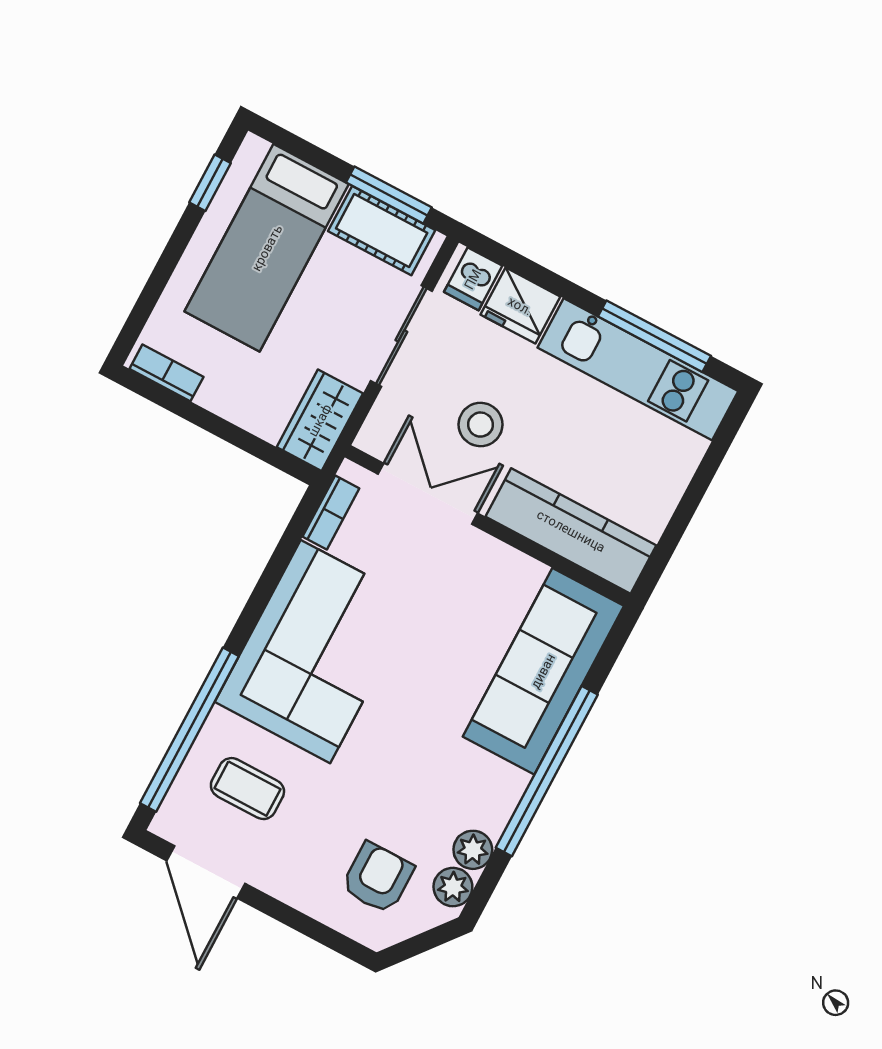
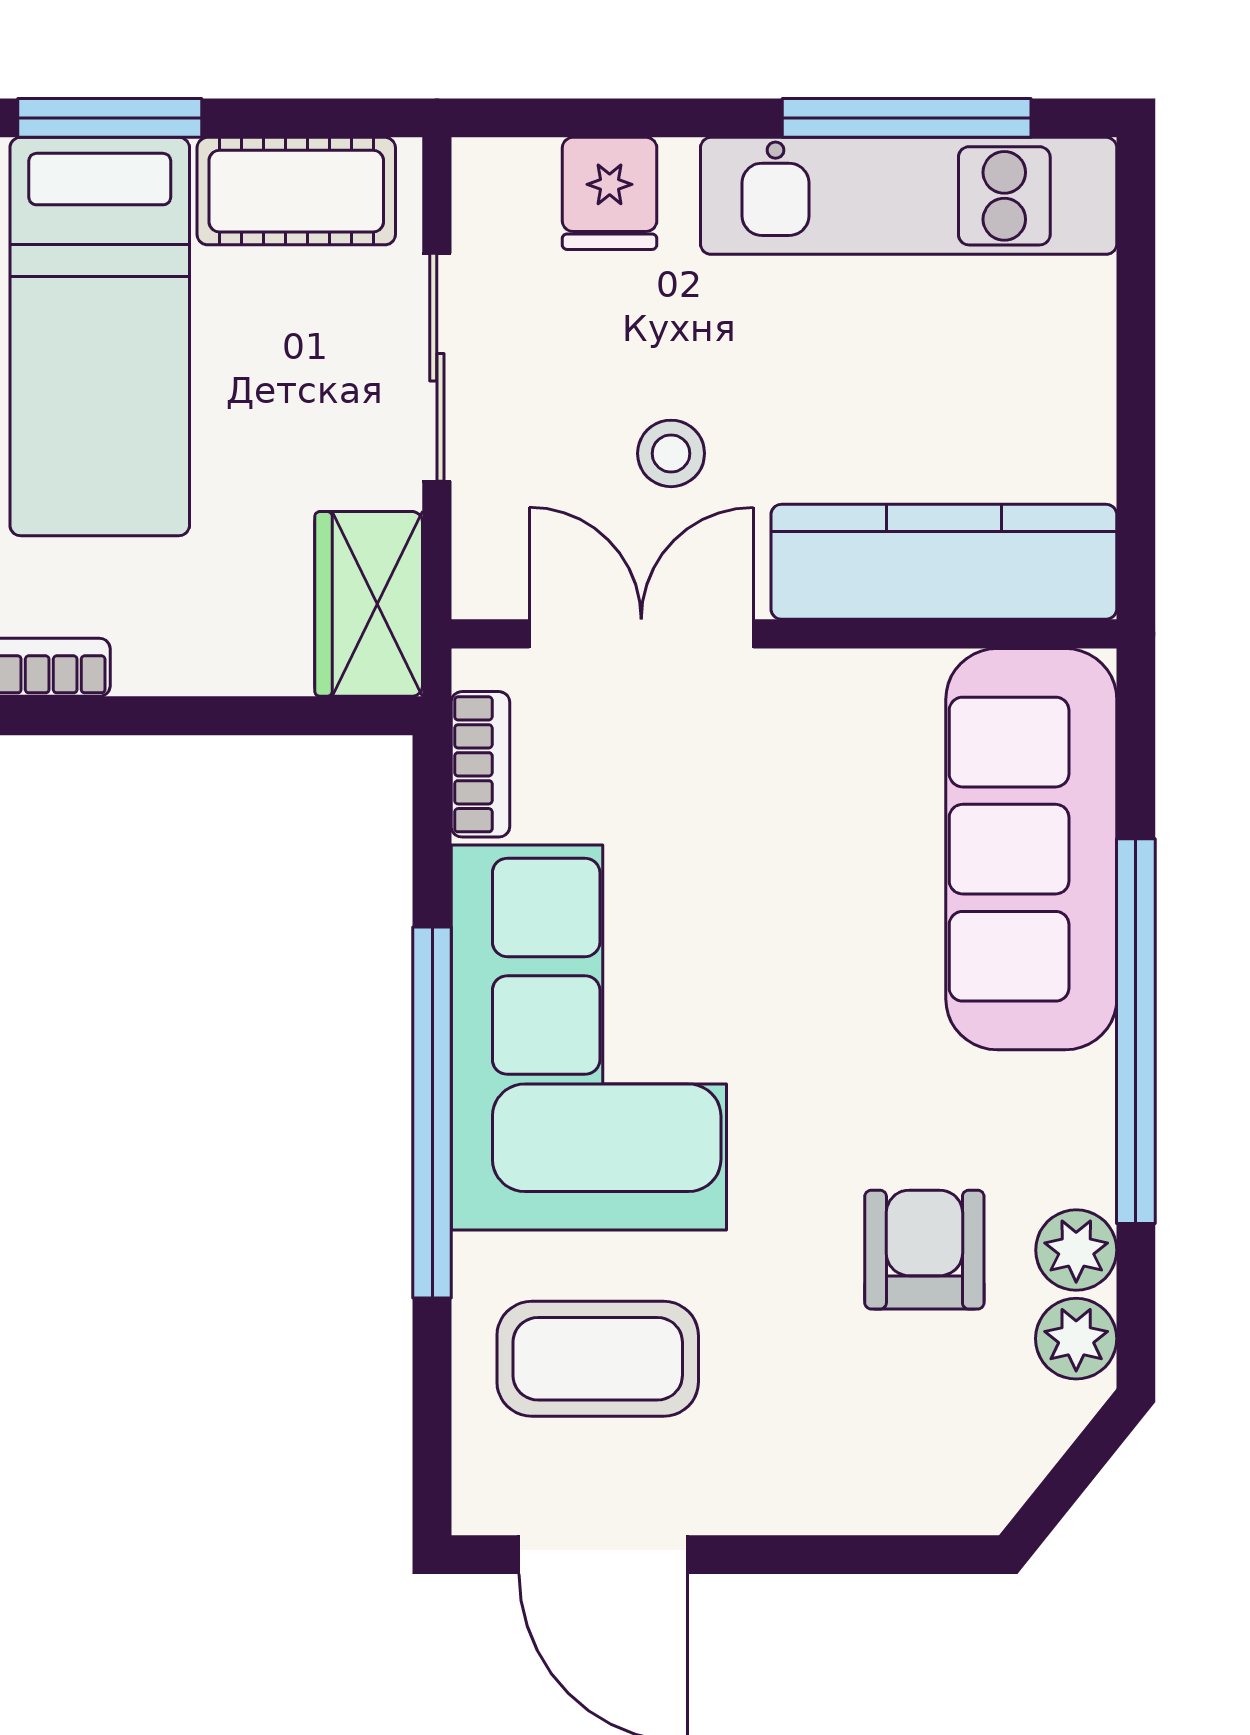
window: (389, 195) -> (110, 118), moved
dishwasher: (473, 279) -> (514, 190), removed
fridge: (520, 306) -> (610, 193), width x0.72
stool: (481, 425) -> (671, 453), width x0.73, depth x0.73
window: (189, 730) -> (432, 1112), moved
coffee table: (247, 789) -> (598, 1359), width x1.36, depth x1.30
armchair: (378, 878) -> (924, 1250), moved

